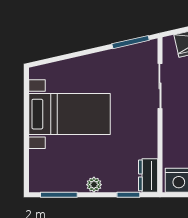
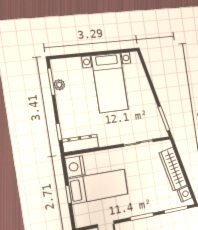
dresser: (148, 175) -> (80, 143), width x1.44
plant: (94, 185) -> (59, 85), moved

